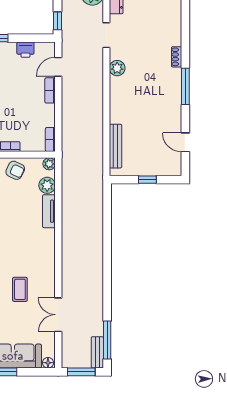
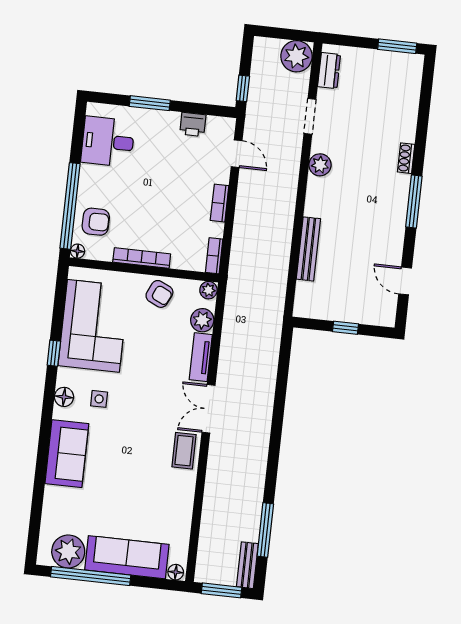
door: (58, 67) -> (237, 154), swing flipped
bookcase: (50, 90) -> (220, 203), moved
bench: (116, 146) -> (308, 249), moved
coffee table: (20, 289) -> (184, 451), moved
double door: (58, 315) -> (209, 409), moved
window: (107, 340) -> (265, 530), moved

